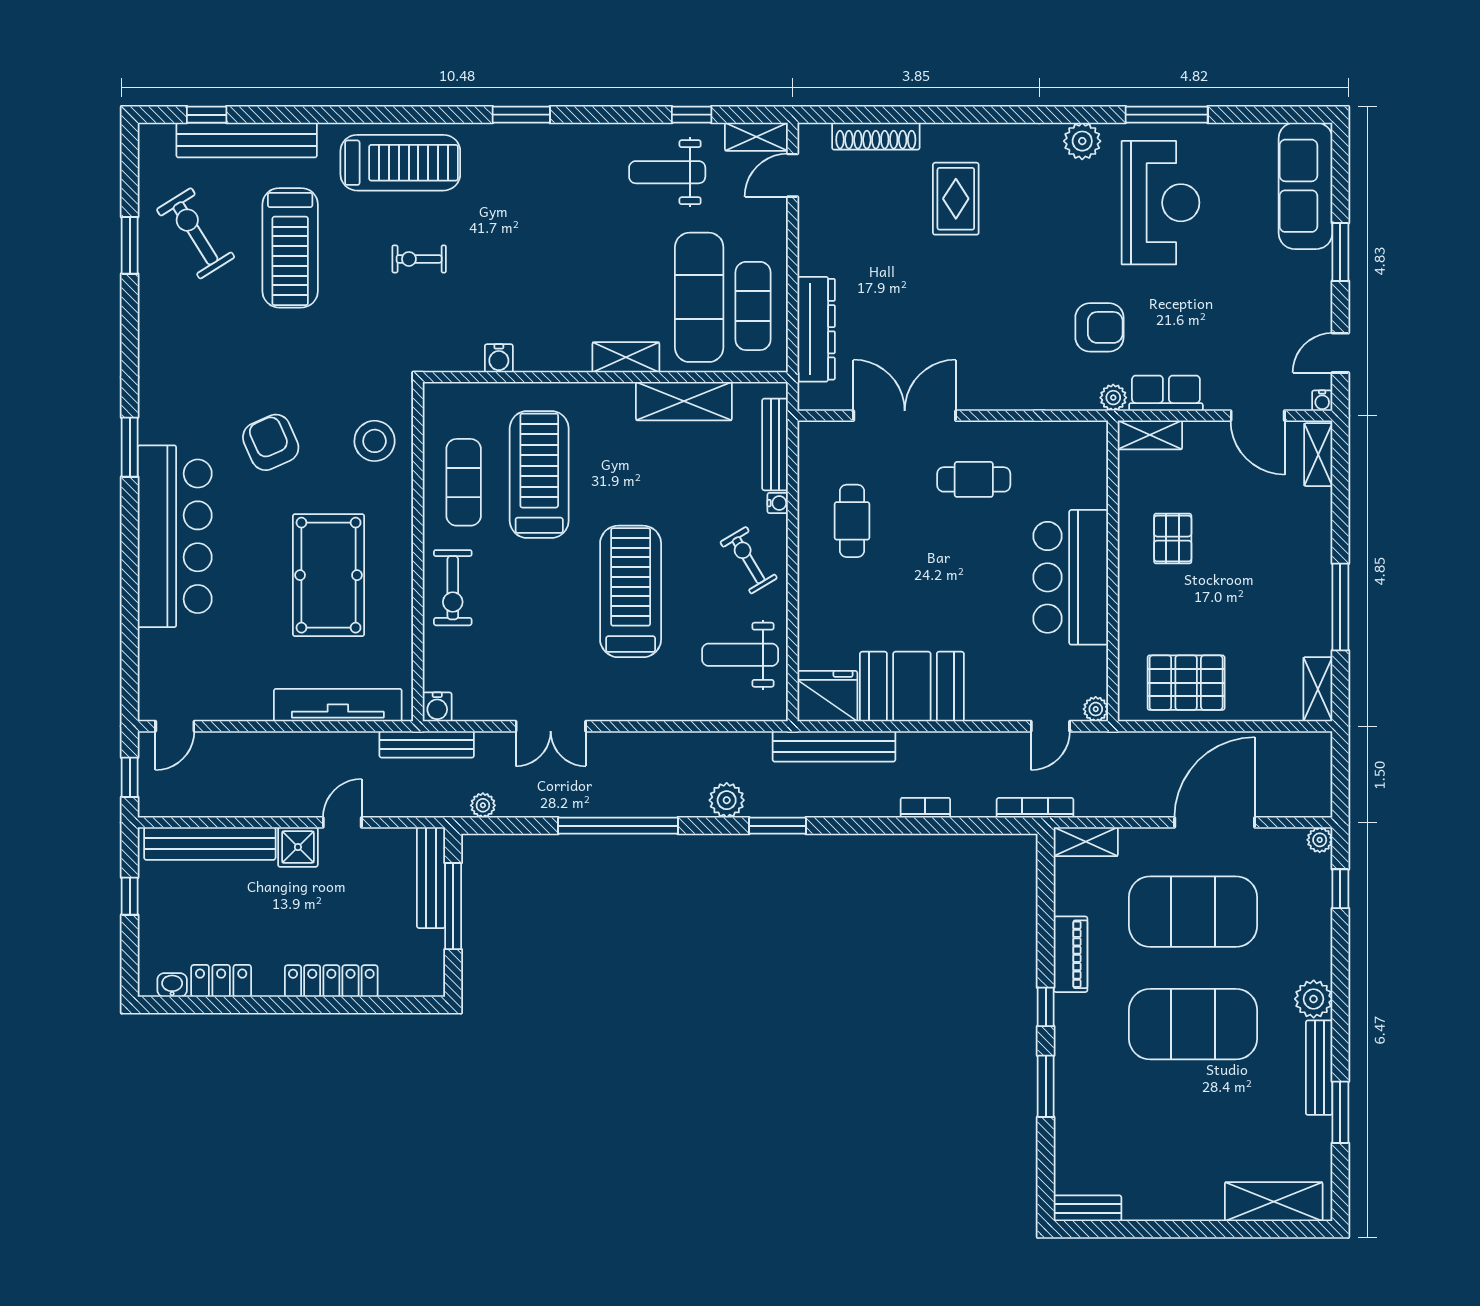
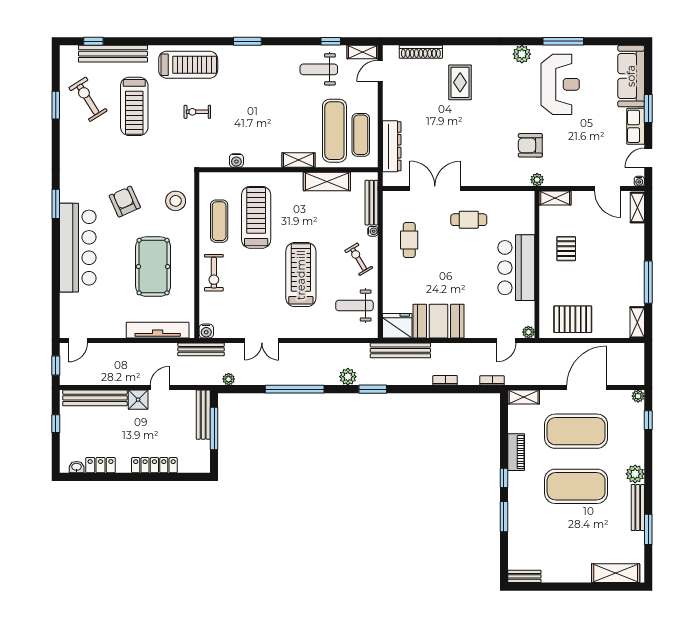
armchair: (1099, 327) -> (530, 145), turned 180
row of seats: (1166, 393) -> (636, 126), moved, turned -90
bookcase: (1035, 808) -> (492, 380), width x0.64

